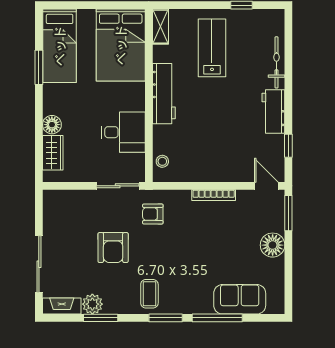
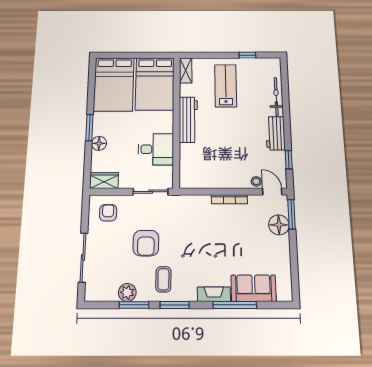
bed: (60, 46) -> (114, 84), width x1.50
window: (39, 67) -> (89, 128), moved
wardrobe: (53, 153) -> (104, 181), moved, turned -90
stool: (162, 161) -> (256, 181), moved
armchair: (153, 214) -> (108, 213), moved, turned 90
floor lamp: (273, 245) -> (279, 225), moved
coffee table: (149, 294) -> (163, 279), moved
fireplace: (62, 306) -> (214, 294), moved
window: (166, 318) -> (175, 305), moved

